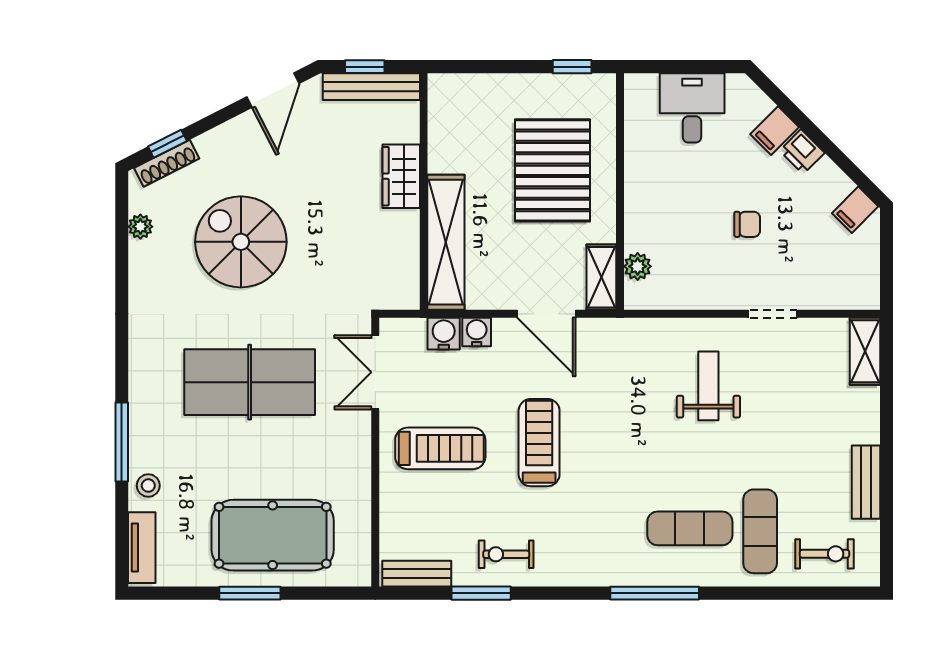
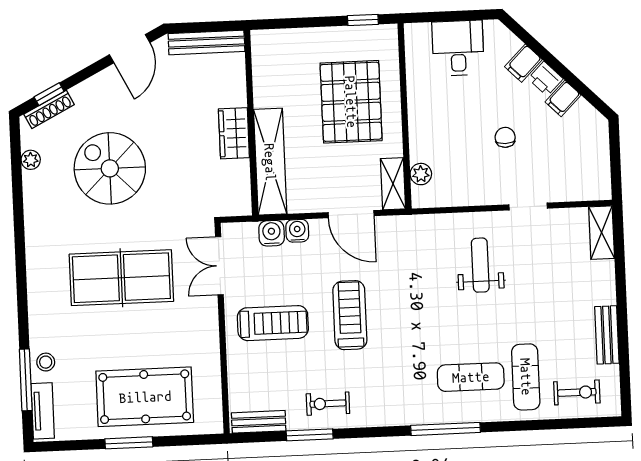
window: (365, 67) -> (201, 27), removed
wardrobe: (401, 176) -> (234, 133), moved
filing cabinet: (855, 210) -> (563, 98), moved
chair: (747, 224) -> (505, 137), turned -90
window: (122, 442) -> (26, 380), moved

